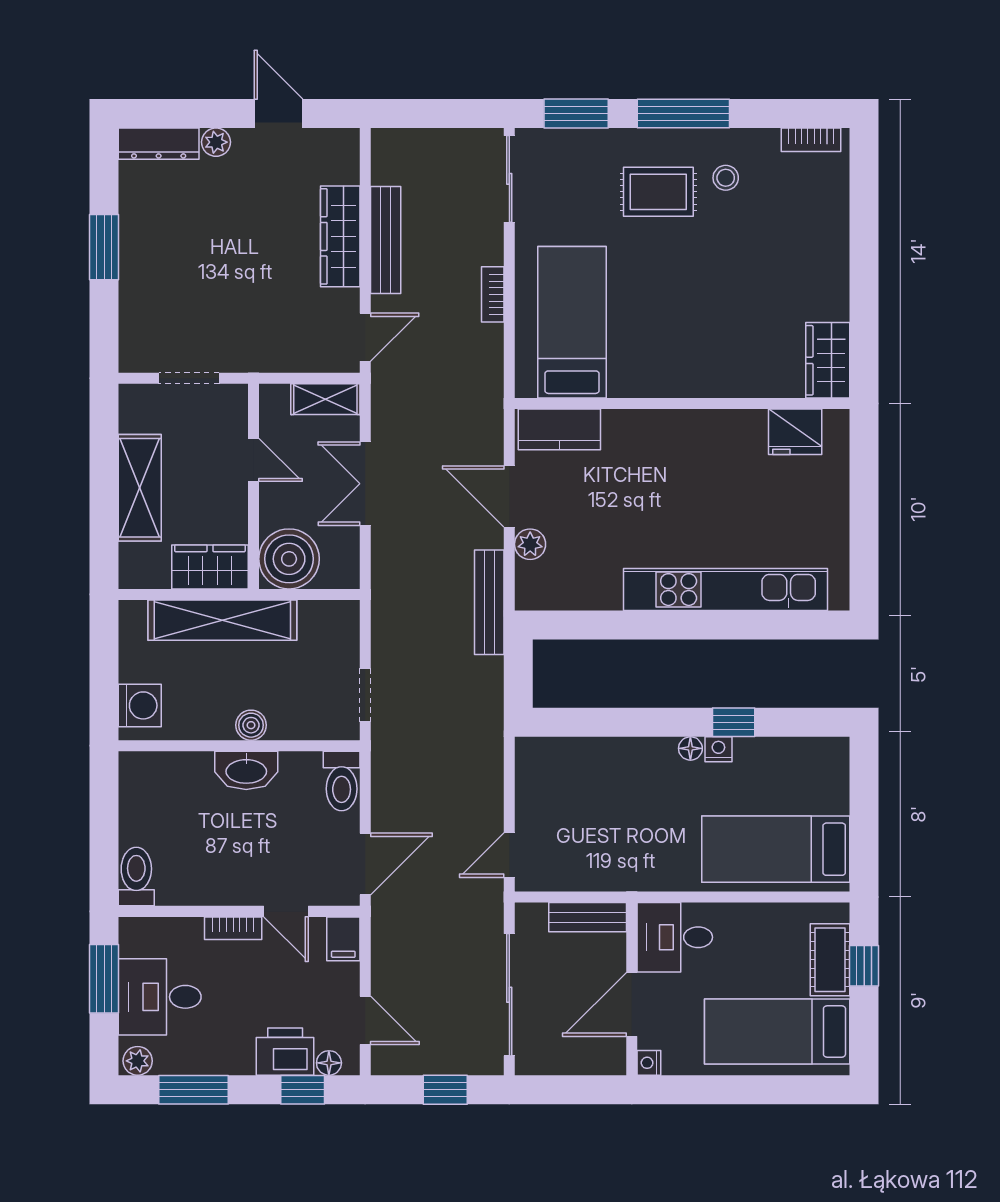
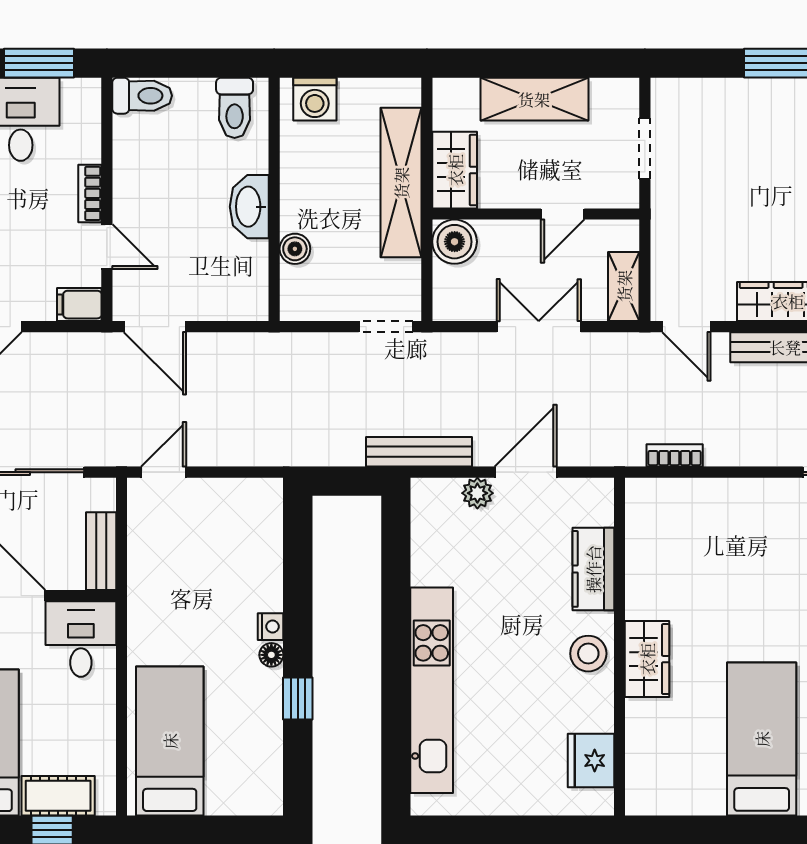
bookcase: (493, 294) -> (675, 455), moved
bed: (572, 322) -> (762, 739), moved, turned -90
wardrobe: (828, 360) -> (647, 659), moved, turned 90
kitchen counter: (559, 429) -> (593, 569), moved
stool: (689, 434) -> (588, 654), added
boiler: (289, 559) -> (455, 242), width x0.73, depth x0.73
doorway: (365, 695) -> (386, 327), moved
boiler: (251, 725) -> (295, 249), moved
nightstand: (718, 749) -> (270, 627), moved
toilet: (342, 781) -> (235, 108), moved, turned -90
door: (509, 855) -> (164, 472), hinge flipped
door: (286, 911) -> (107, 247), swing flipped

